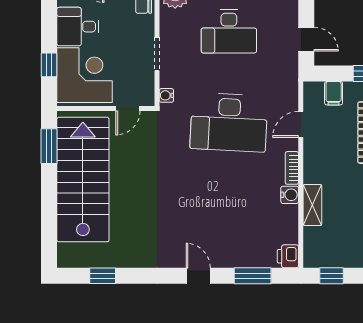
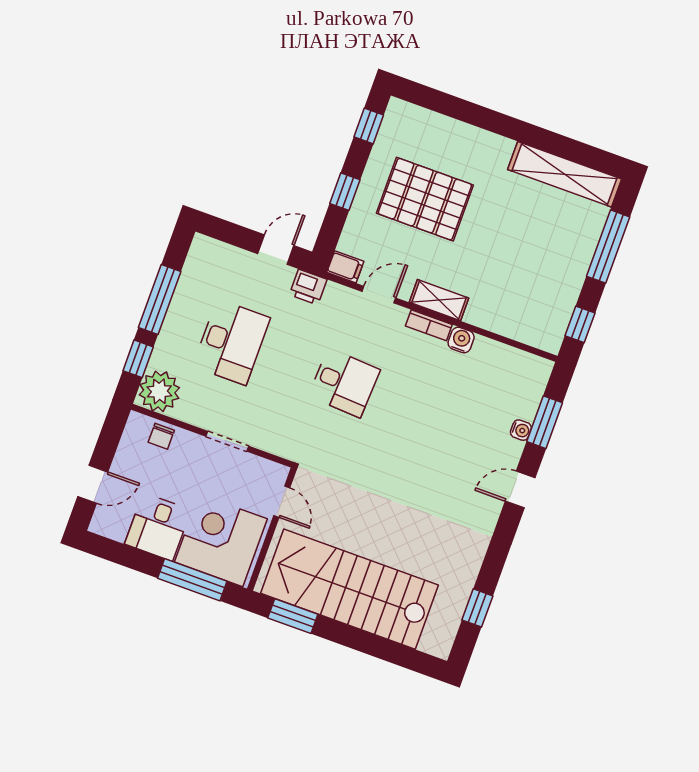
window: (49, 65) -> (192, 580), width x2.17
filing cabinet: (334, 93) -> (345, 267), moved
water cooler: (166, 95) -> (521, 430), moved, turned -90
desk: (229, 122) -> (344, 383), width x0.53, depth x0.77
door: (301, 124) -> (379, 295), swing flipped
shelving: (312, 205) -> (439, 300), moved
printer: (288, 256) -> (308, 287), moved

